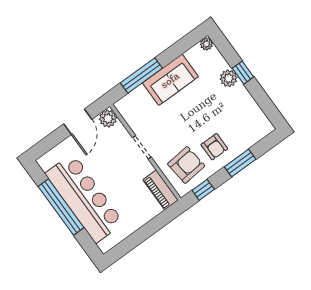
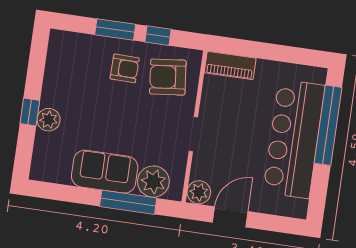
plant: (206, 44) -> (153, 182), moved, width x1.88, depth x1.88
armchair: (214, 147) -> (125, 68), turned 91
piano: (160, 190) -> (230, 65), moved, turned 90
window: (203, 190) -> (158, 36), moved
window: (61, 207) -> (328, 125), moved

